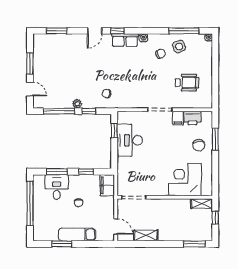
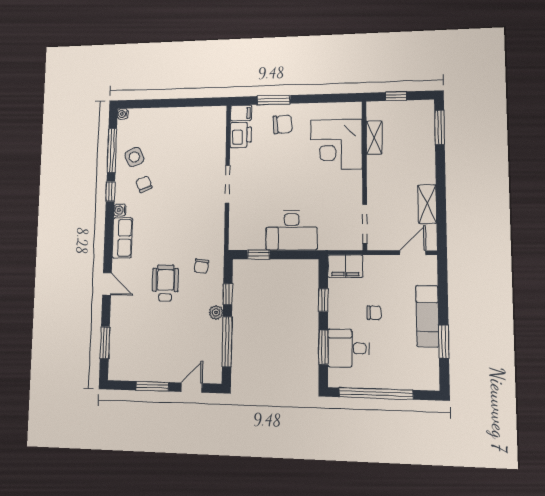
window: (118, 31) -> (110, 191), moved
wheelchair: (187, 83) -> (165, 283), moved
filing cabinet: (178, 118) -> (241, 113), moved
desk: (130, 140) -> (292, 230), moved
shelving: (202, 204) -> (374, 137), moved

